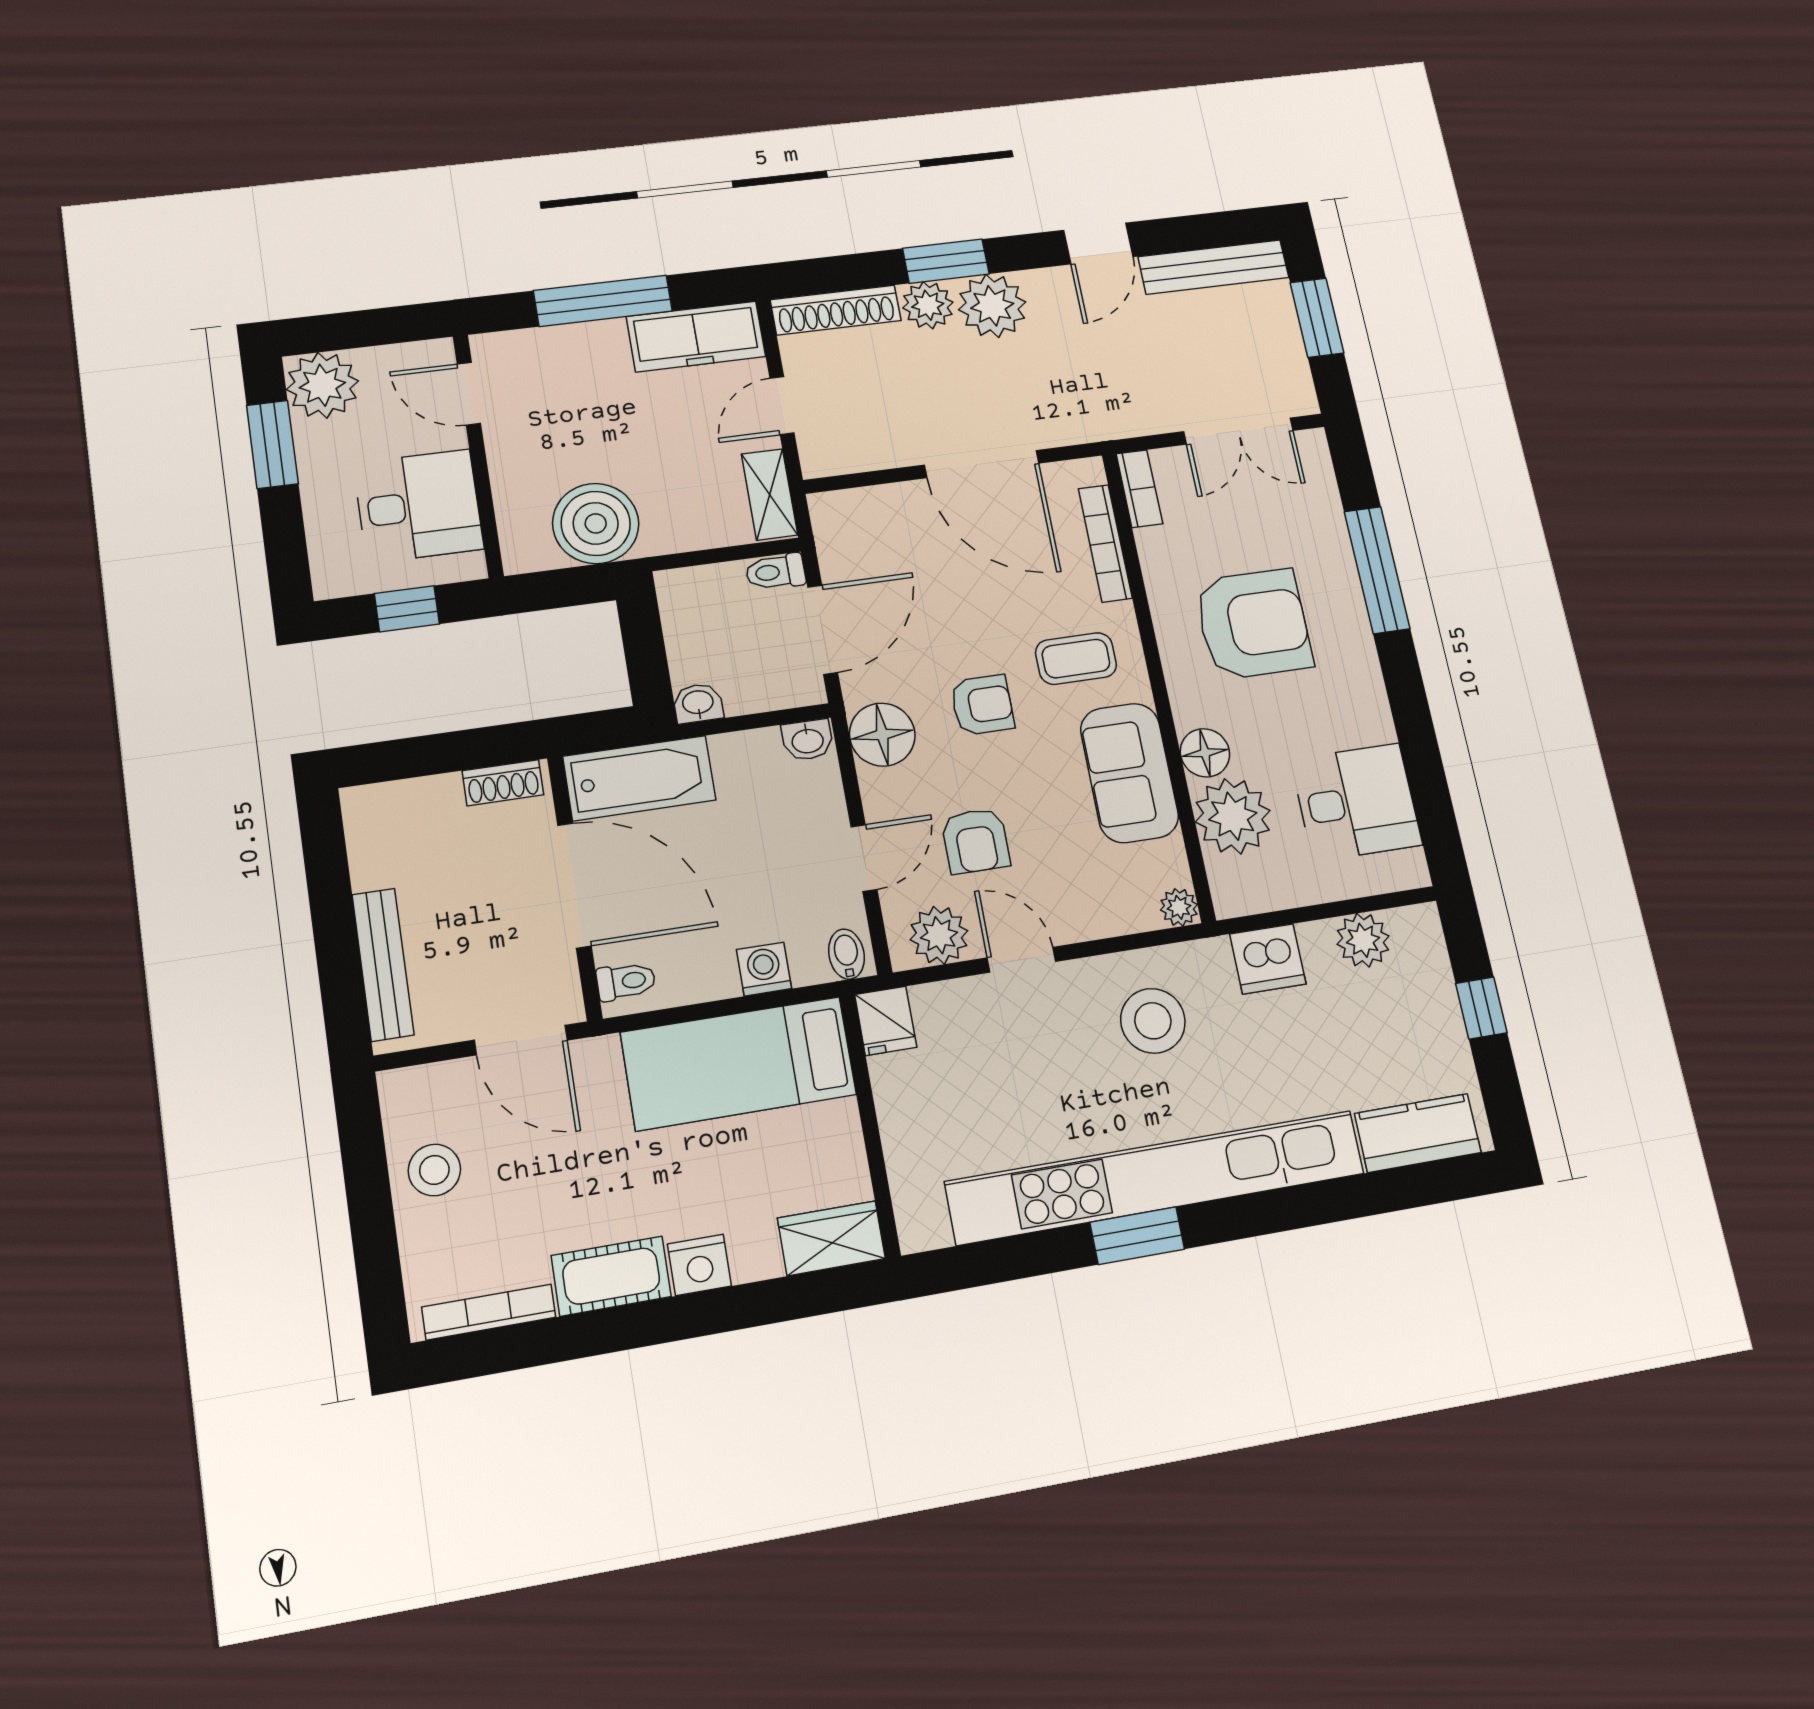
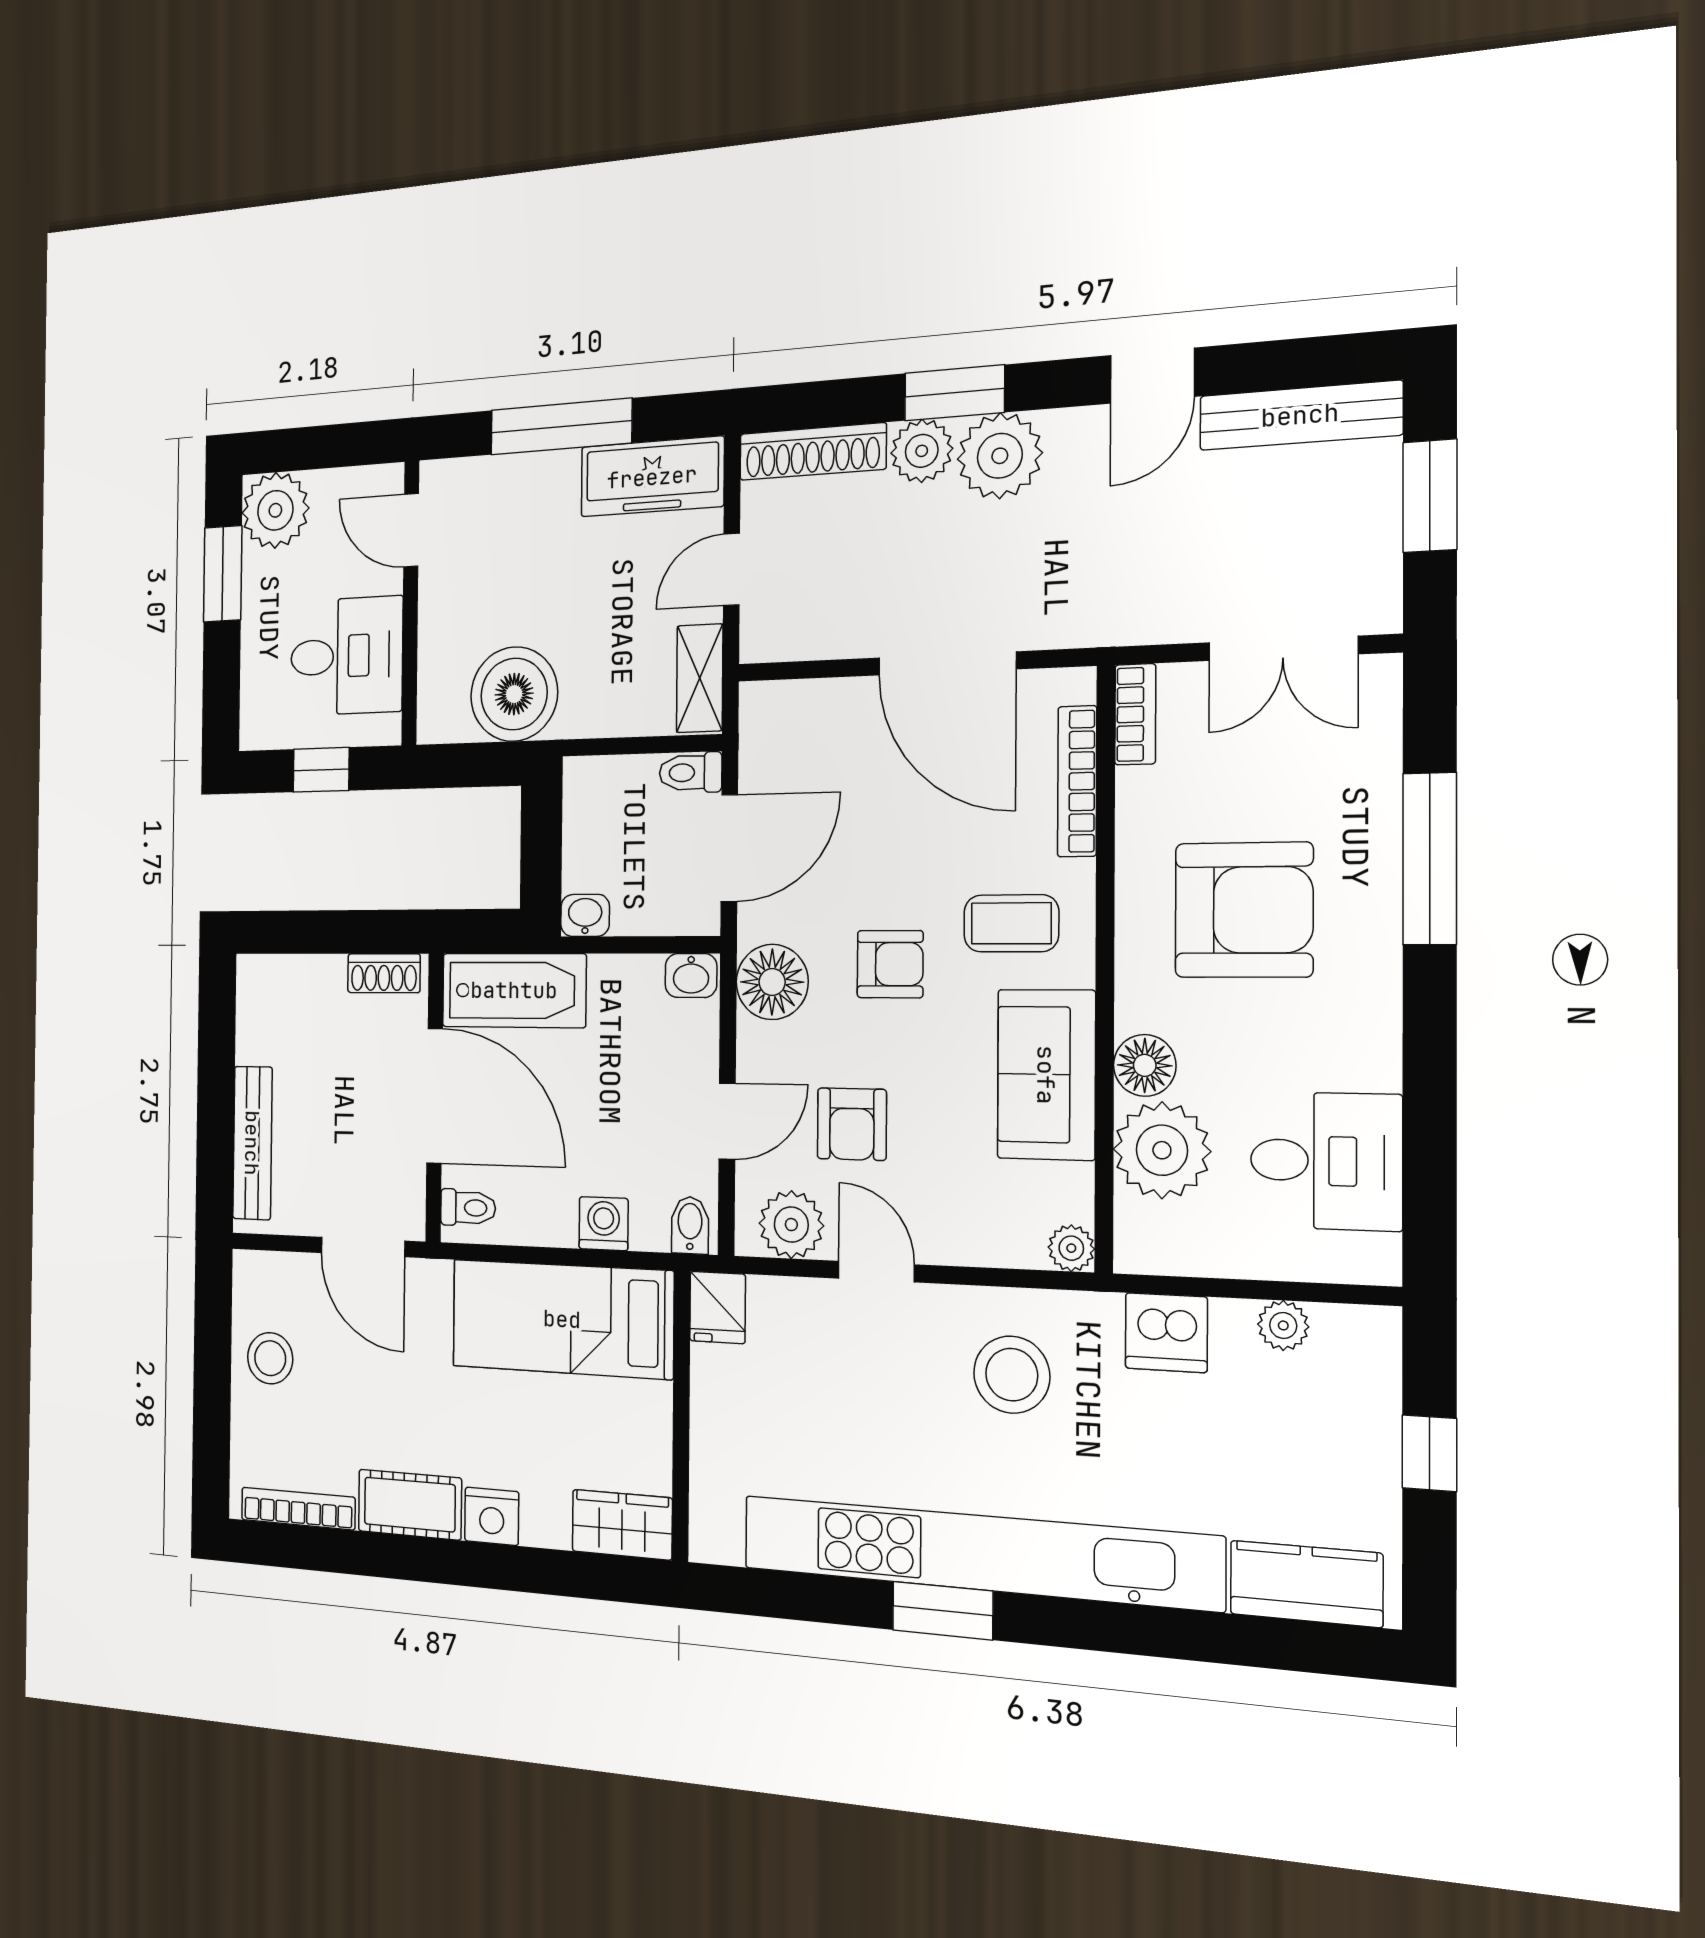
plant: (1363, 940) -> (1283, 1325), width x0.73, depth x0.73

